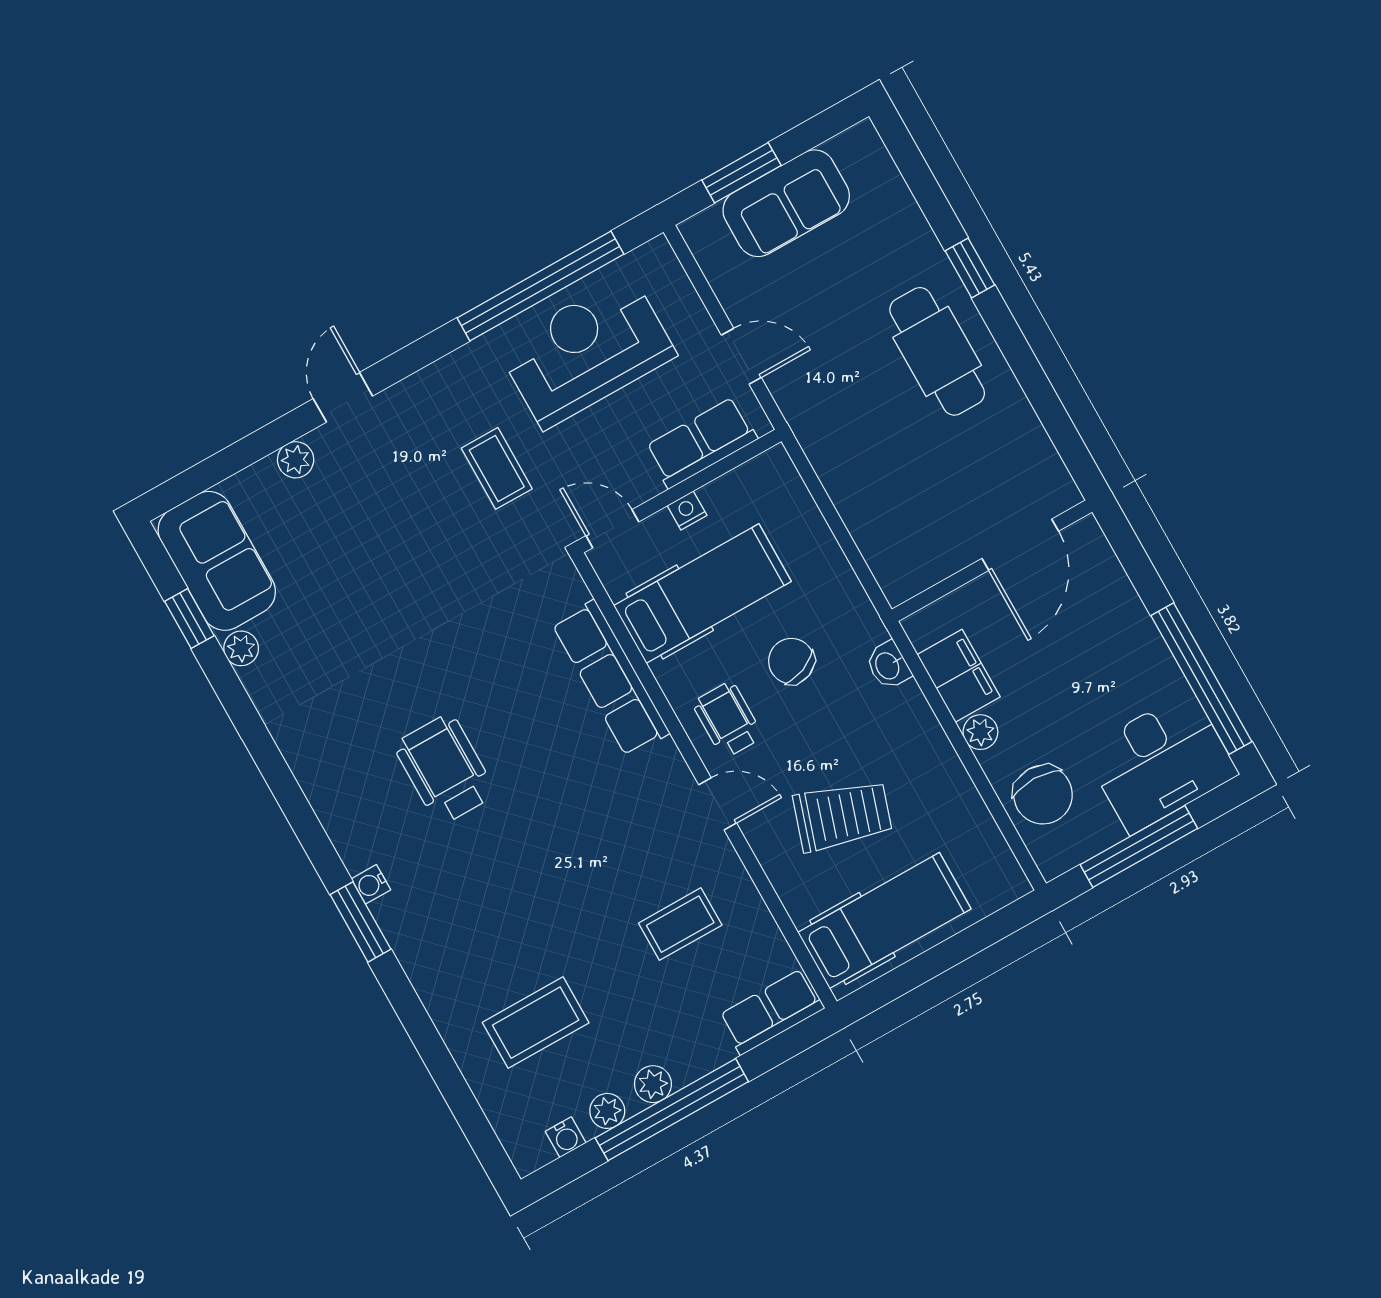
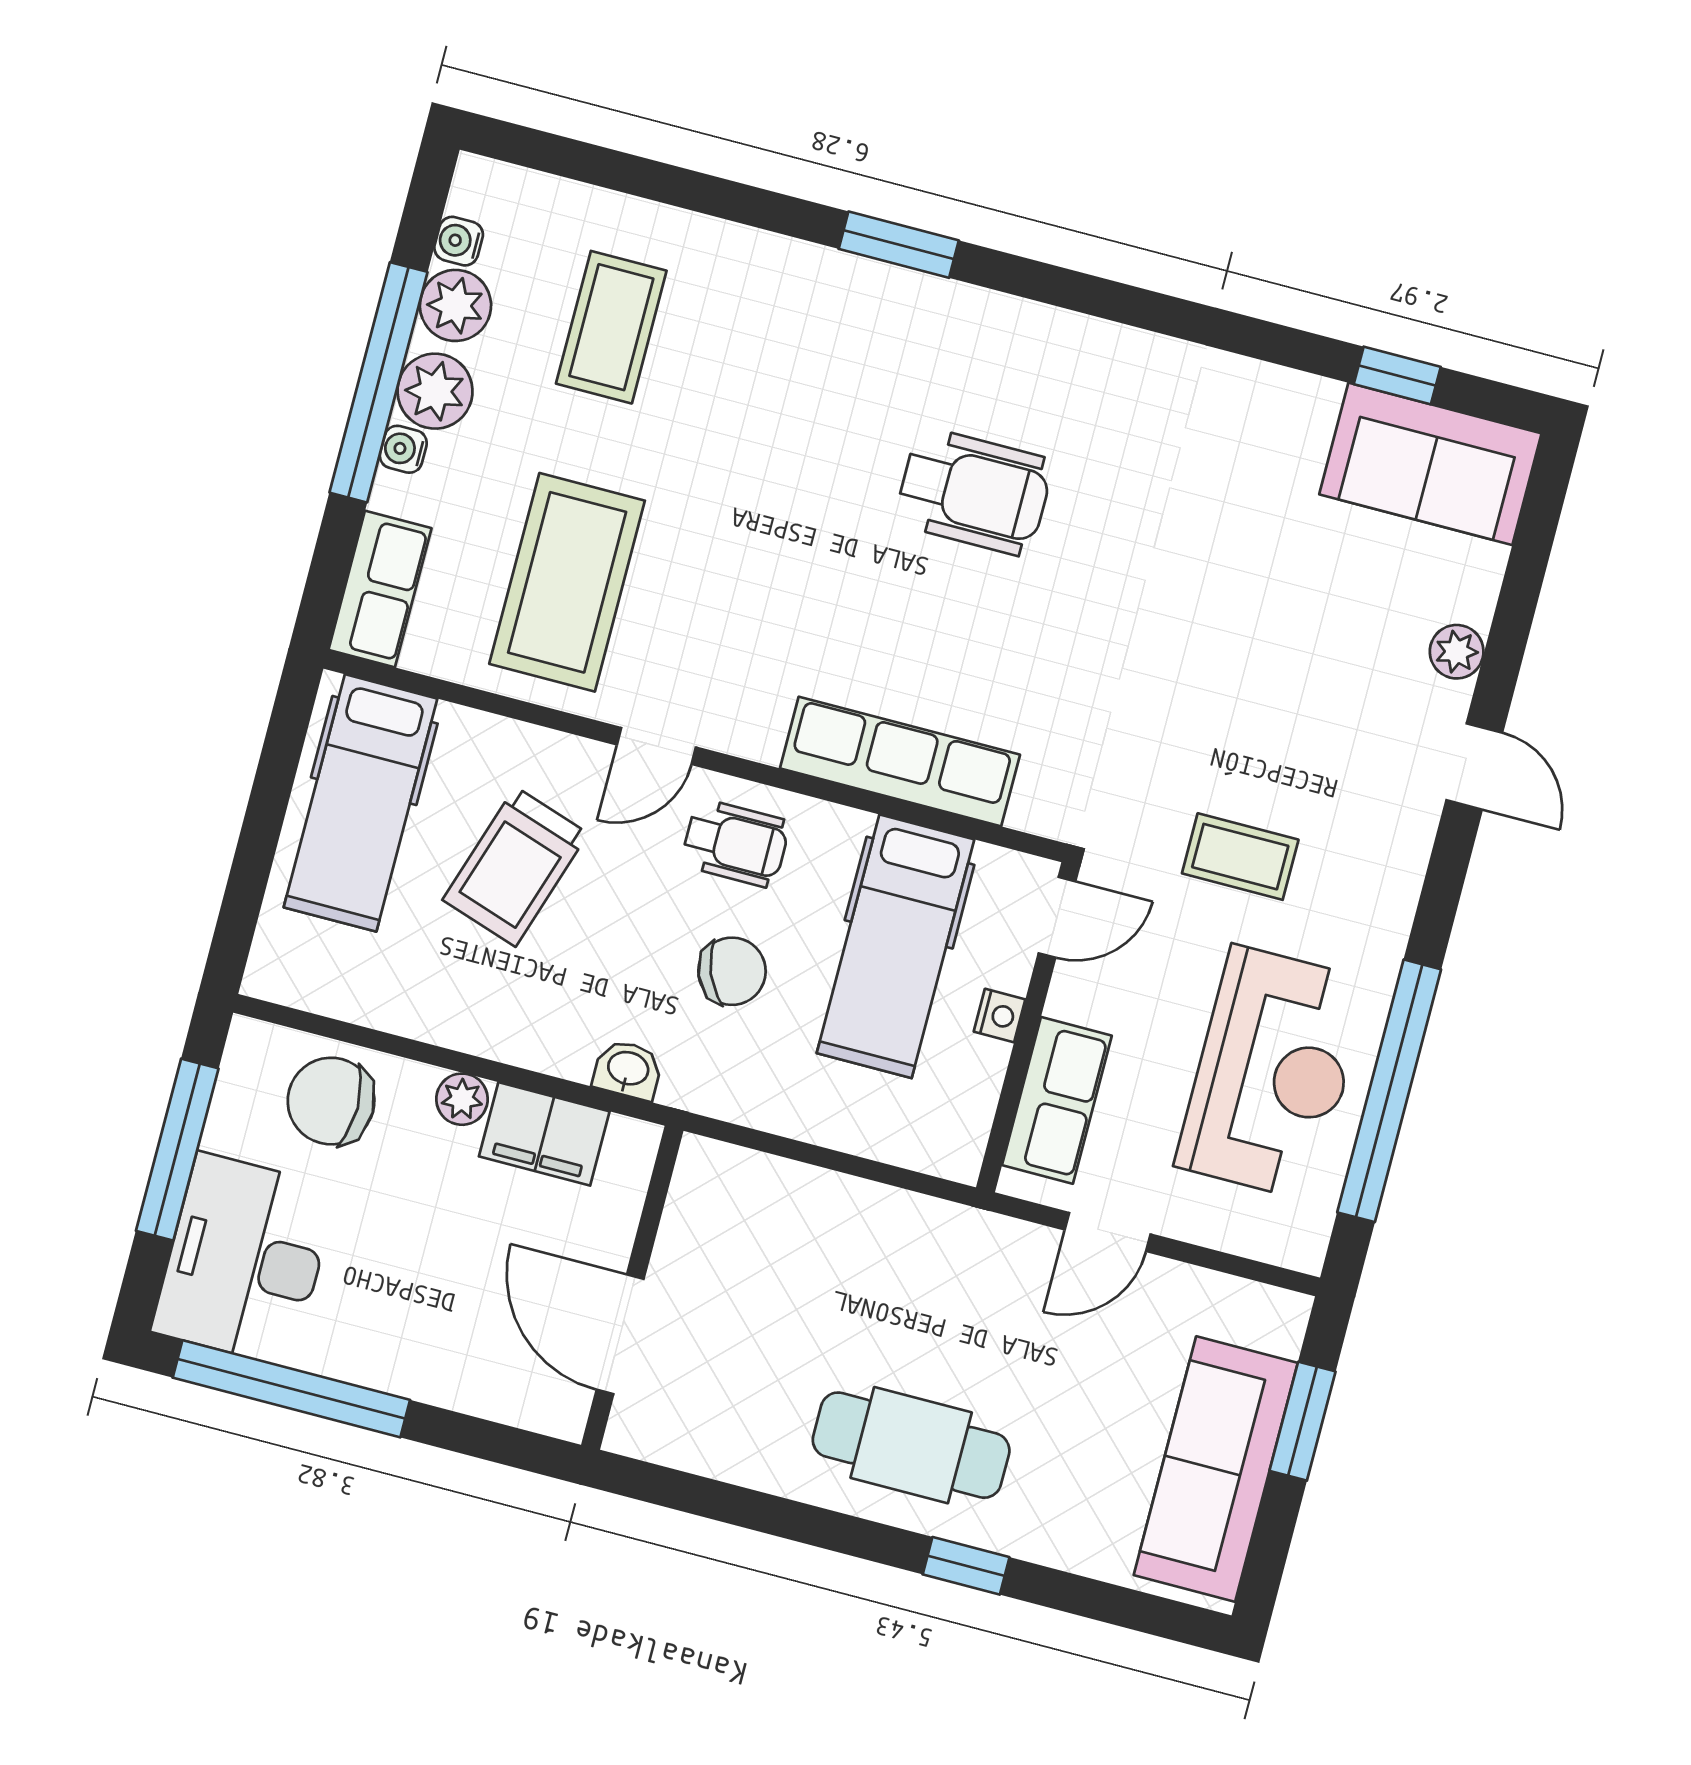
sofa: (786, 203) -> (1216, 1469), width x1.36
plant: (241, 648) -> (1312, 400), removed
water cooler: (371, 884) -> (403, 449), moved, turned -90
coffee table: (680, 924) -> (567, 582), width x1.86, depth x1.72
plant: (653, 1084) -> (435, 391), width x1.38, depth x1.38
plant: (607, 1111) -> (455, 305), width x1.38, depth x1.38

